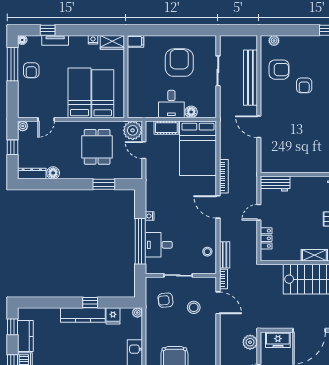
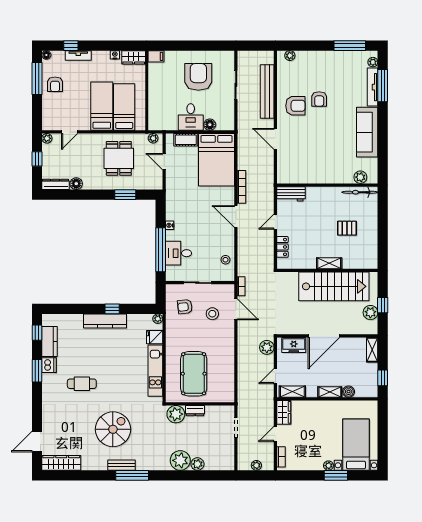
armchair: (279, 70) -> (295, 106), moved
plant: (133, 130) -> (153, 138), width x0.53, depth x0.53
bench: (225, 255) -> (242, 263), removed
fridge: (113, 316) -> (155, 337), moved, turned 90

